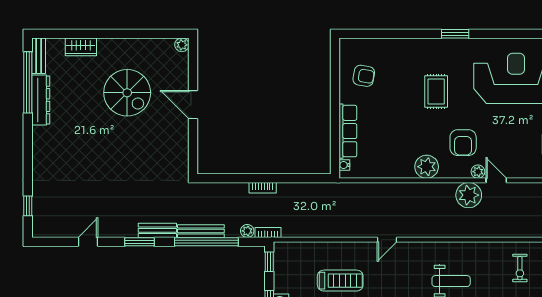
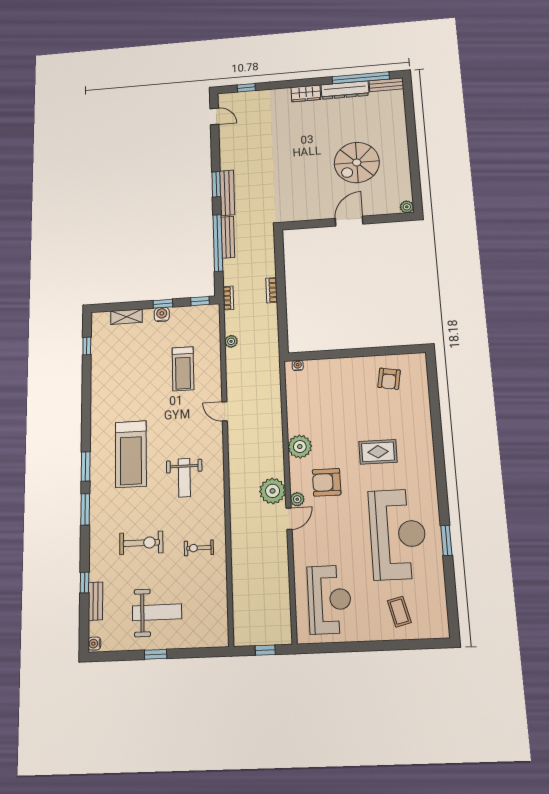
window: (455, 34) -> (446, 540), moved
wardrobe: (81, 47) -> (306, 93), moved, turned -90
row of seats: (348, 131) -> (332, 367), removed
bench: (157, 230) -> (227, 193), width x1.36
plant: (247, 231) -> (231, 341), moved
door: (88, 242) -> (214, 116), moved

